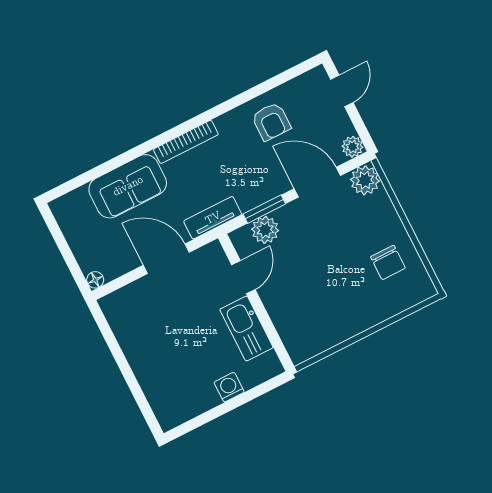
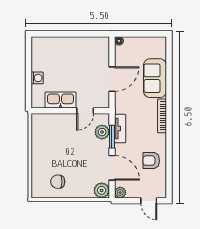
door: (317, 182) -> (112, 168), hinge flipped
tv unit: (213, 218) -> (120, 128), moved
door: (243, 277) -> (85, 111), hinge flipped

